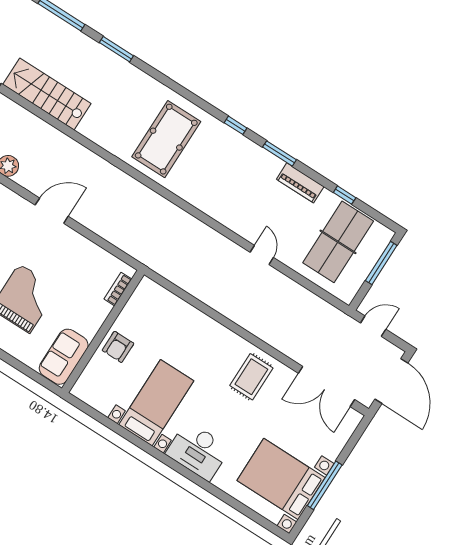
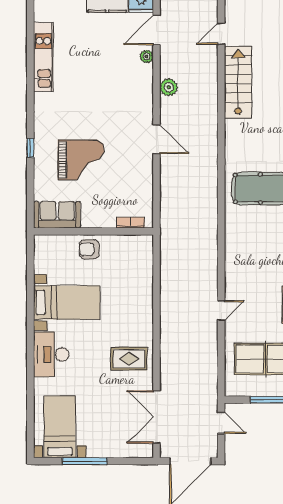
bed with nightstands: (281, 479) -> (60, 427), width x0.73

